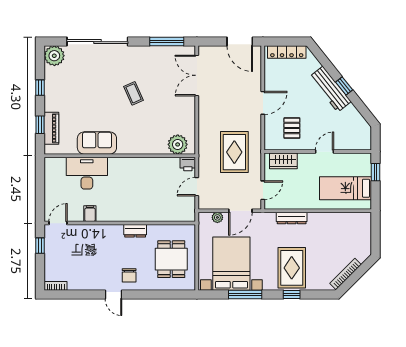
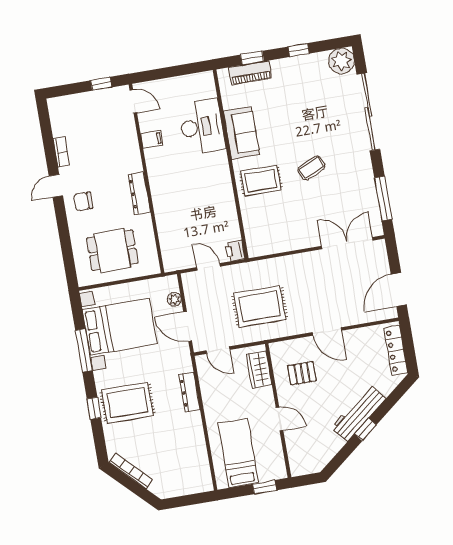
rug: (137, 134) -> (261, 181), added
plant: (178, 144) -> (257, 234), removed
dresser: (135, 231) -> (139, 193), width x1.44
bookcase: (56, 286) -> (61, 152), moved

